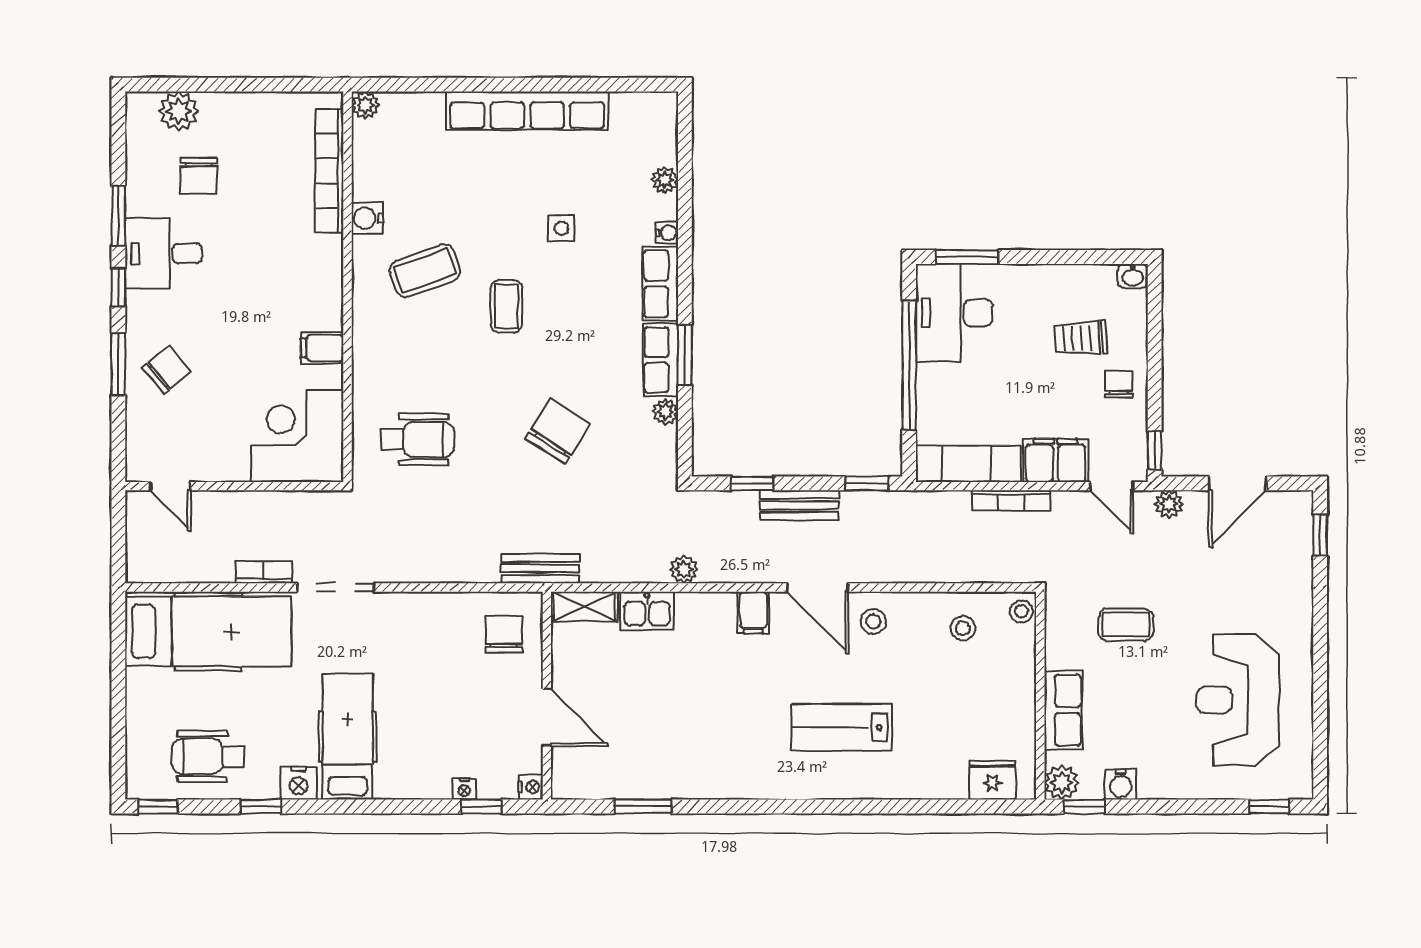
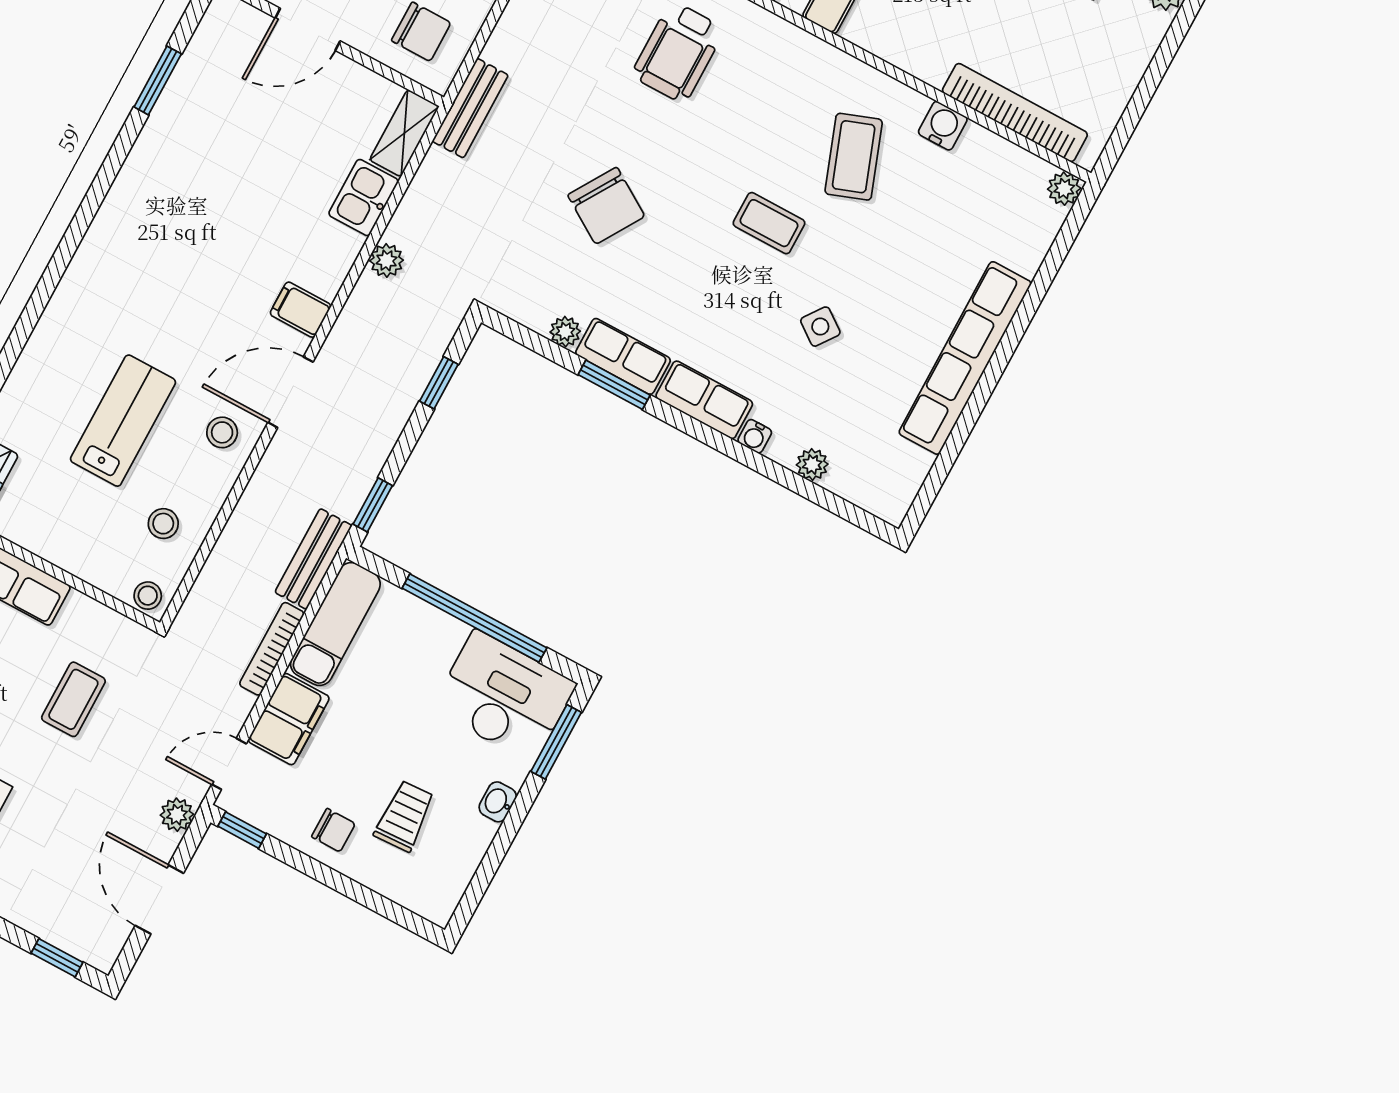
side table: (561, 228) -> (820, 327), turned 36
washbasin: (1133, 276) -> (498, 802), moved
bench: (799, 505) -> (313, 559), moved
lab bench: (842, 727) -> (123, 421), moved

